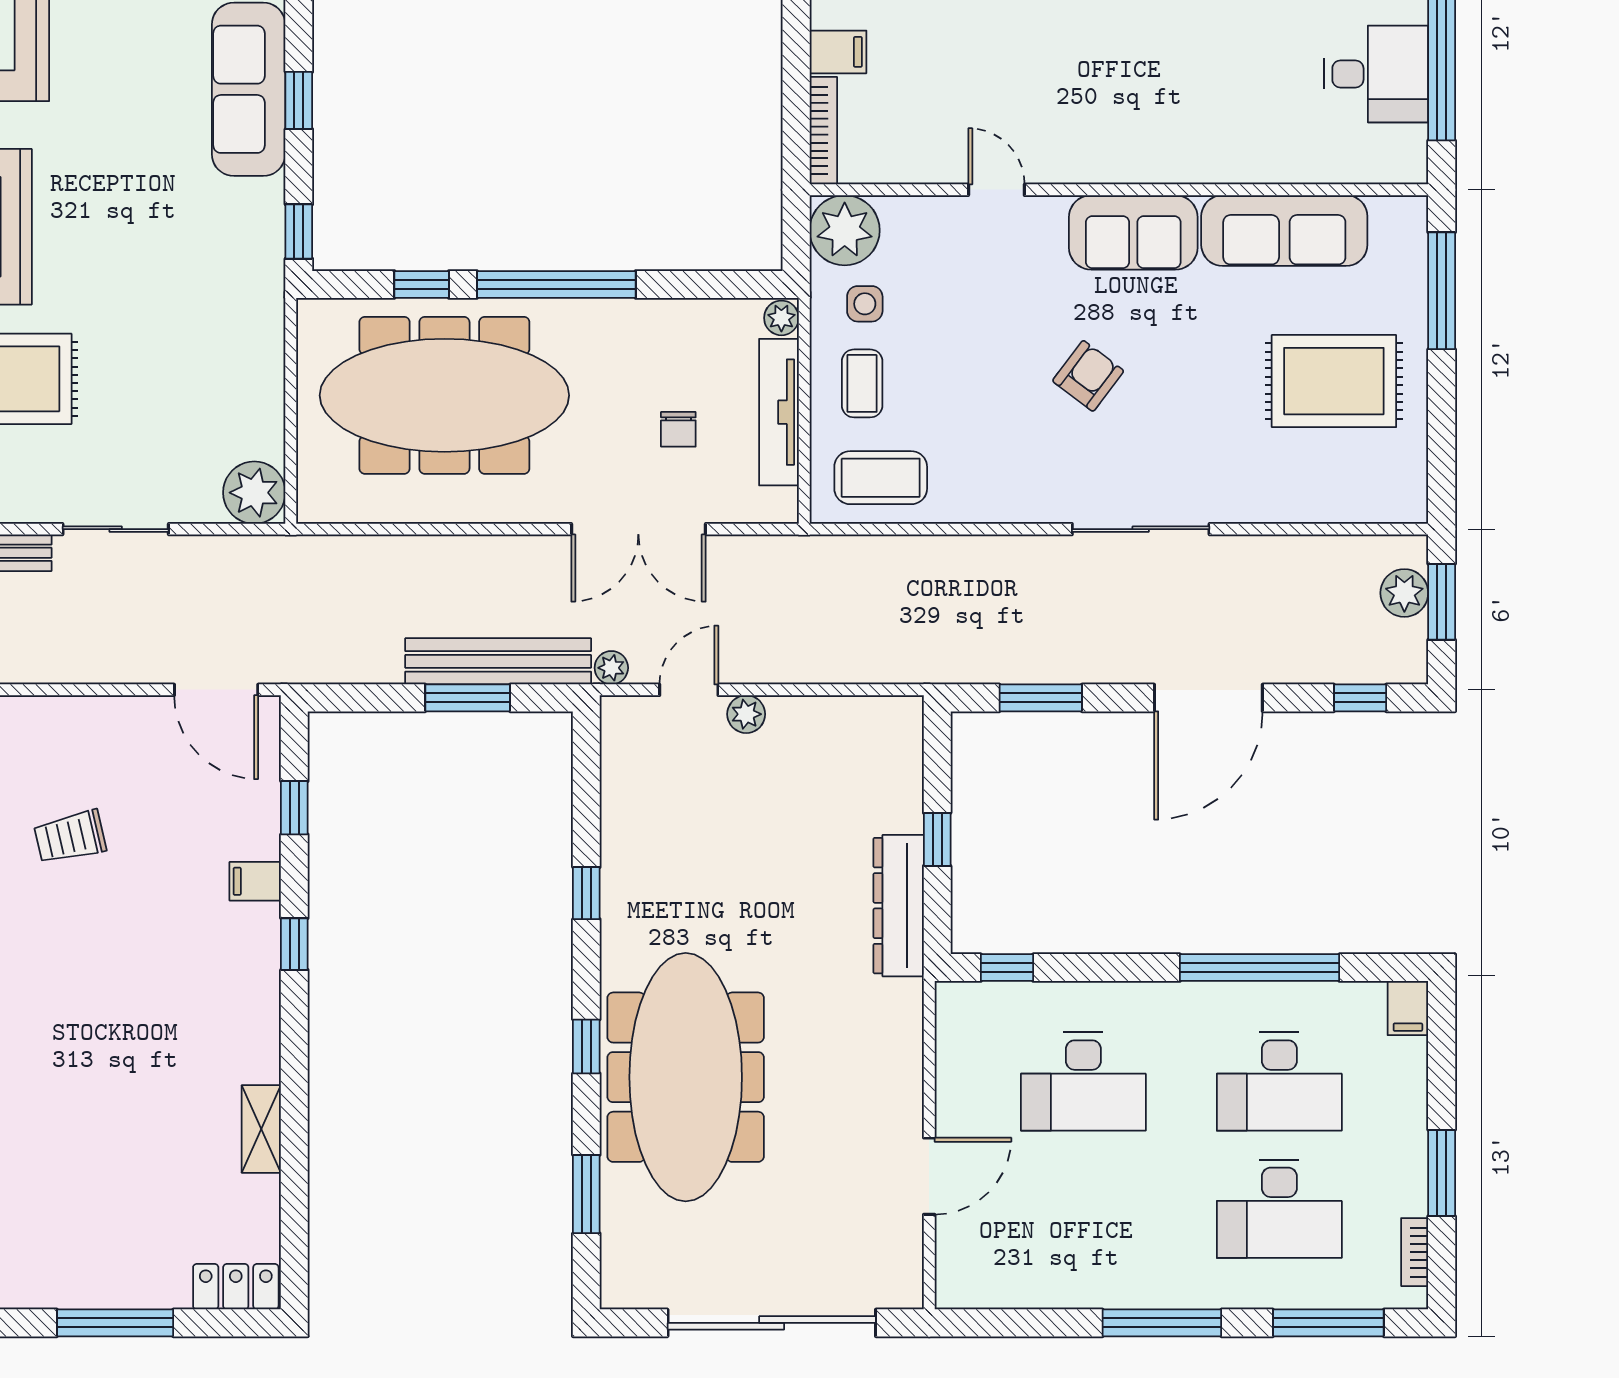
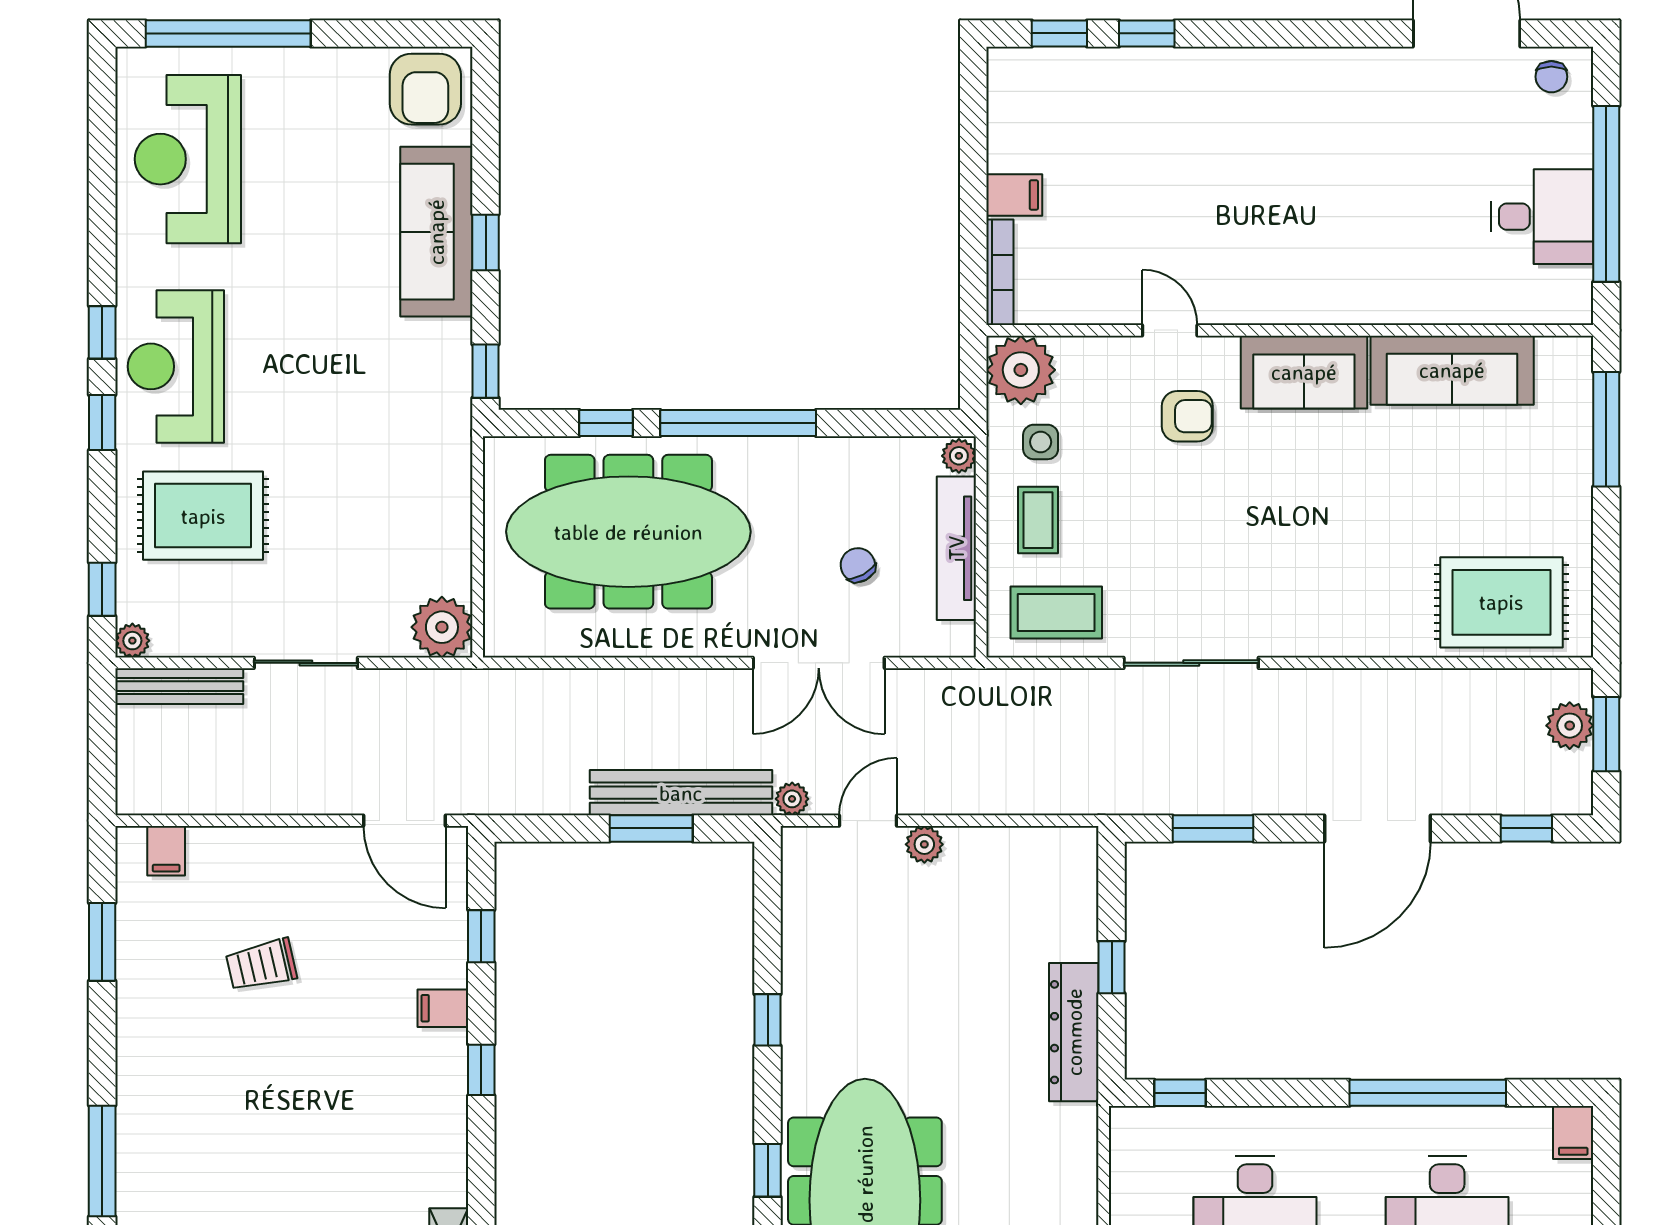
armchair: (1088, 376) -> (1187, 416), moved, turned 53
rug: (1334, 381) -> (1501, 602), moved
chair: (678, 429) -> (858, 565), turned 151
sliding door: (1141, 529) -> (1191, 663), moved

